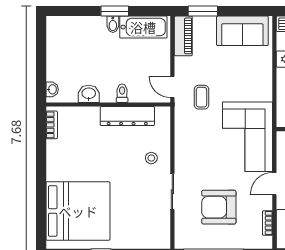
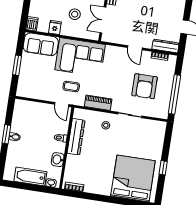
window: (203, 11) -> (17, 65), moved
bathtub: (143, 27) -> (30, 176), moved, turned -90
sofa: (242, 31) -> (41, 44), moved, turned 90
piano: (183, 36) -> (98, 103), moved
door: (172, 87) -> (62, 104), hinge flipped
corner sofa: (248, 137) -> (80, 57), moved

